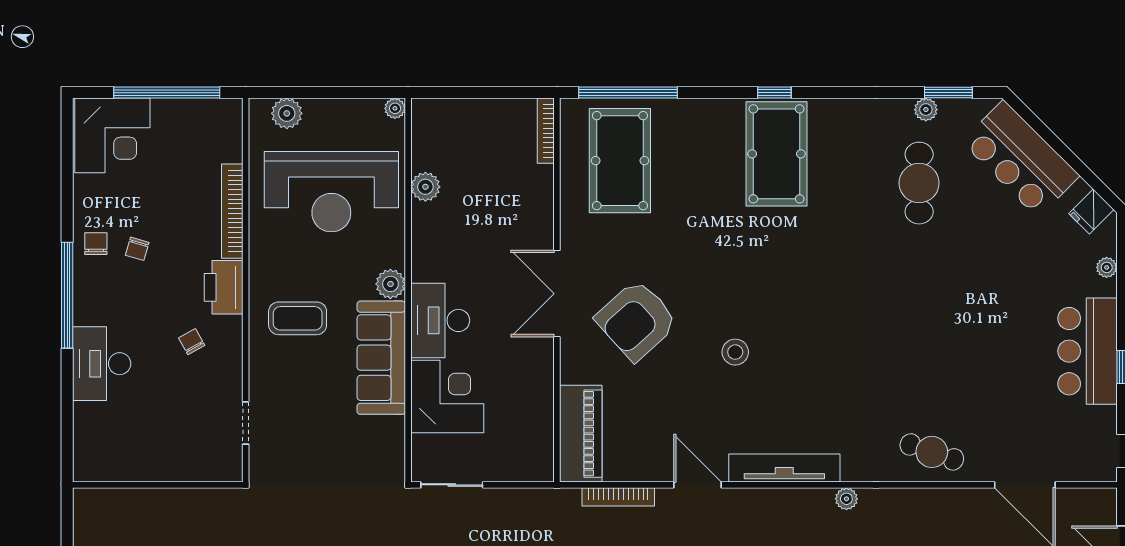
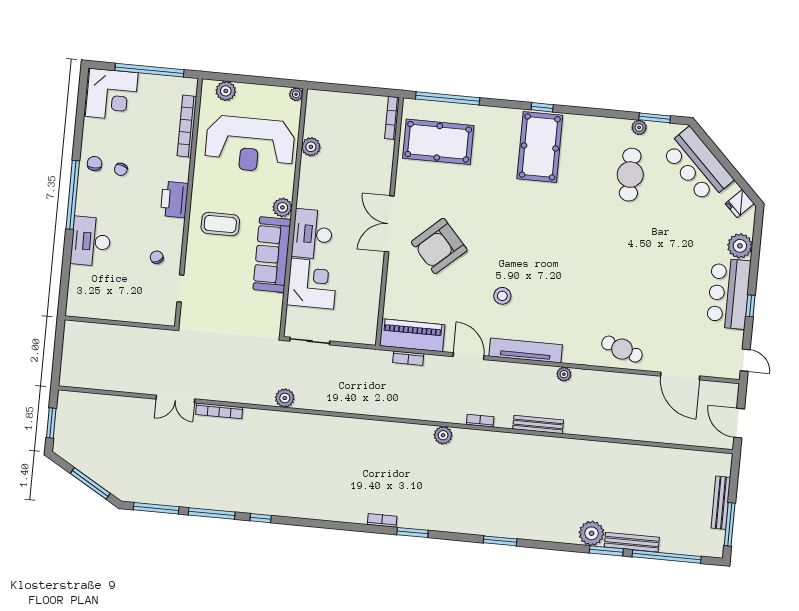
pool table: (620, 161) -> (438, 142), turned 90
bookcase: (232, 211) -> (187, 126), moved
plant: (1107, 267) -> (740, 246), width x1.88, depth x1.88
chair: (192, 342) -> (157, 257), moved
stool: (735, 352) -> (502, 296), moved
piano: (581, 434) -> (412, 335), moved, turned -90
bookcase: (618, 497) -> (408, 358), width x0.64

